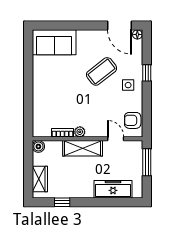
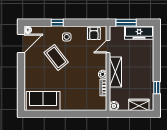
sofa: (54, 42) -> (43, 101), moved, turned -90
freezer: (113, 189) -> (139, 33), moved, turned -90

